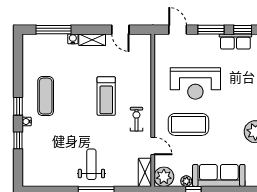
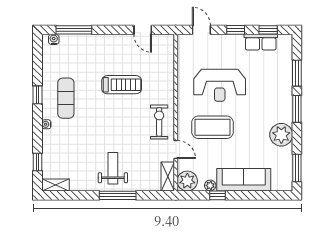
window: (211, 30) -> (236, 30), width x0.67
water cooler: (73, 39) -> (54, 39), moved
shelving: (92, 40) -> (55, 185), moved
treadmill: (106, 96) -> (122, 85), moved, turned -90
window: (18, 106) -> (38, 95), moved
exercise bike: (136, 119) -> (159, 122), width x1.38, depth x1.39
window: (18, 140) -> (38, 162), moved

